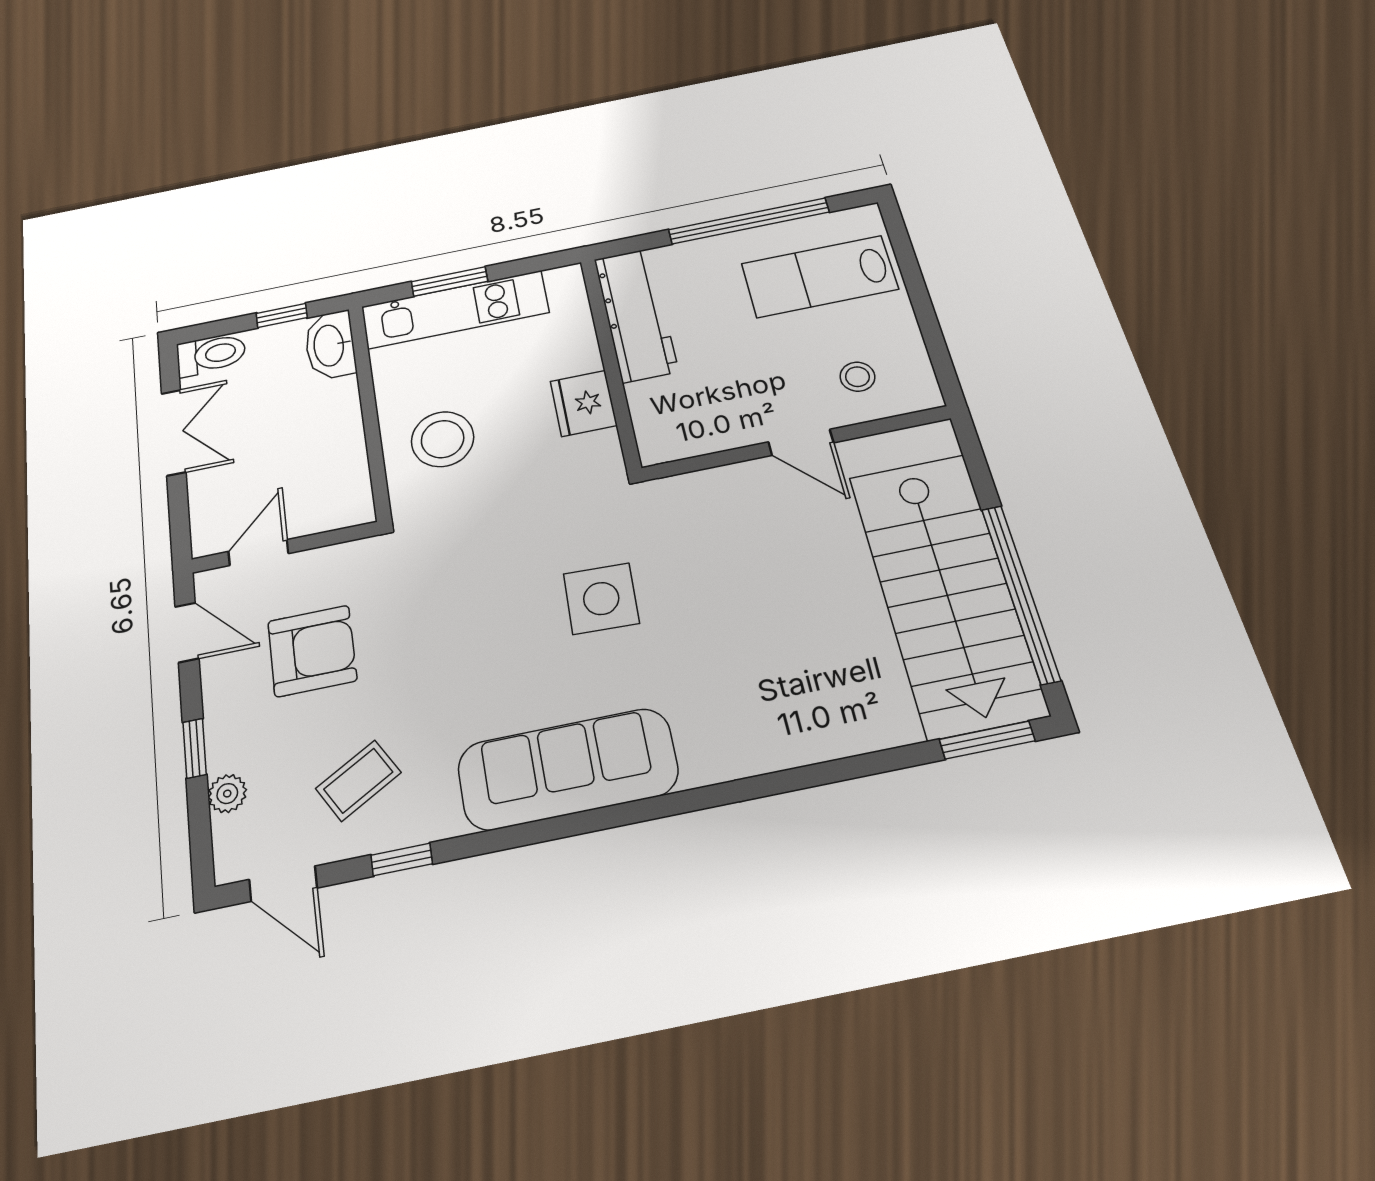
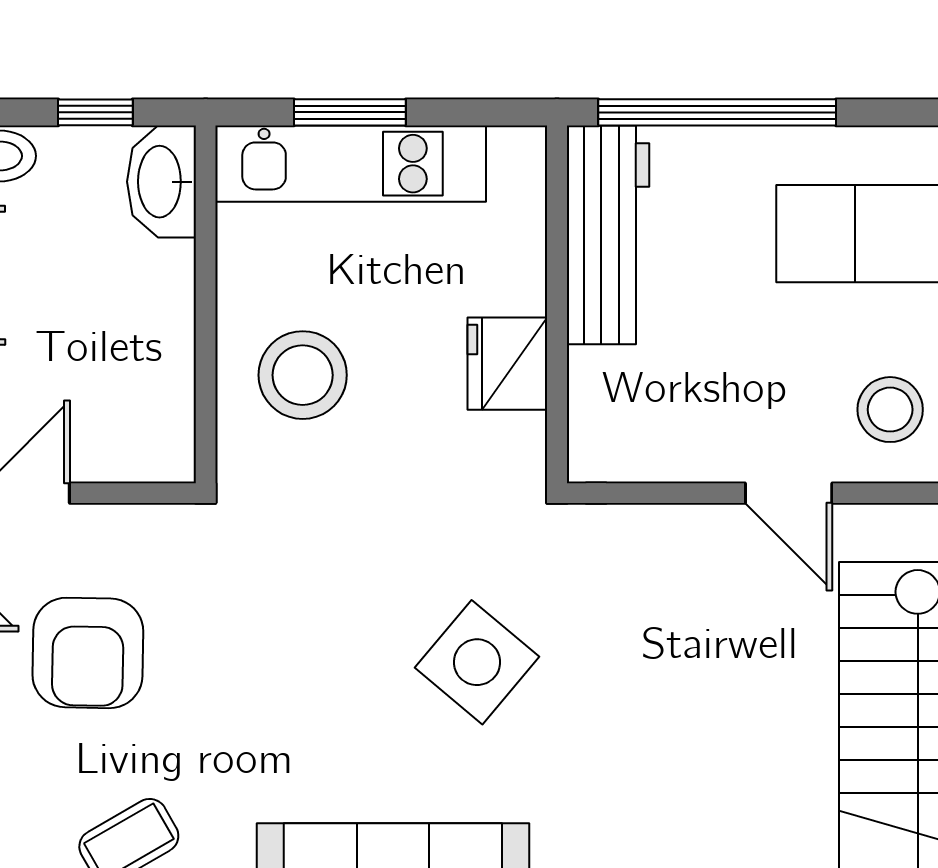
window: (749, 221) -> (717, 112), moved
stool: (857, 377) -> (890, 410), width x1.37, depth x1.37
side table: (601, 599) -> (477, 662), turned 38
armchair: (312, 651) -> (88, 653), turned 91

